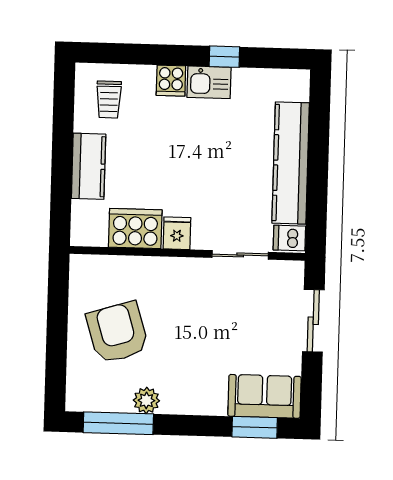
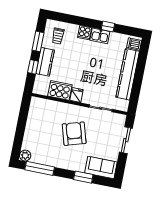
window: (63, 121) -> (38, 41), added
window: (61, 183) -> (33, 67), added
dishwasher: (289, 238) -> (134, 44), moved
armchair: (117, 332) -> (74, 134), moved
plant: (146, 400) -> (25, 156), moved
window: (255, 427) -> (83, 177), moved

